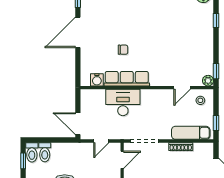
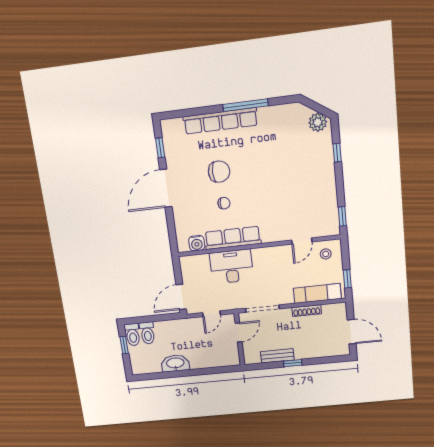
chair: (122, 24) -> (219, 172), added
plant: (208, 81) -> (333, 229), removed
door: (78, 124) -> (181, 297), hinge flipped

